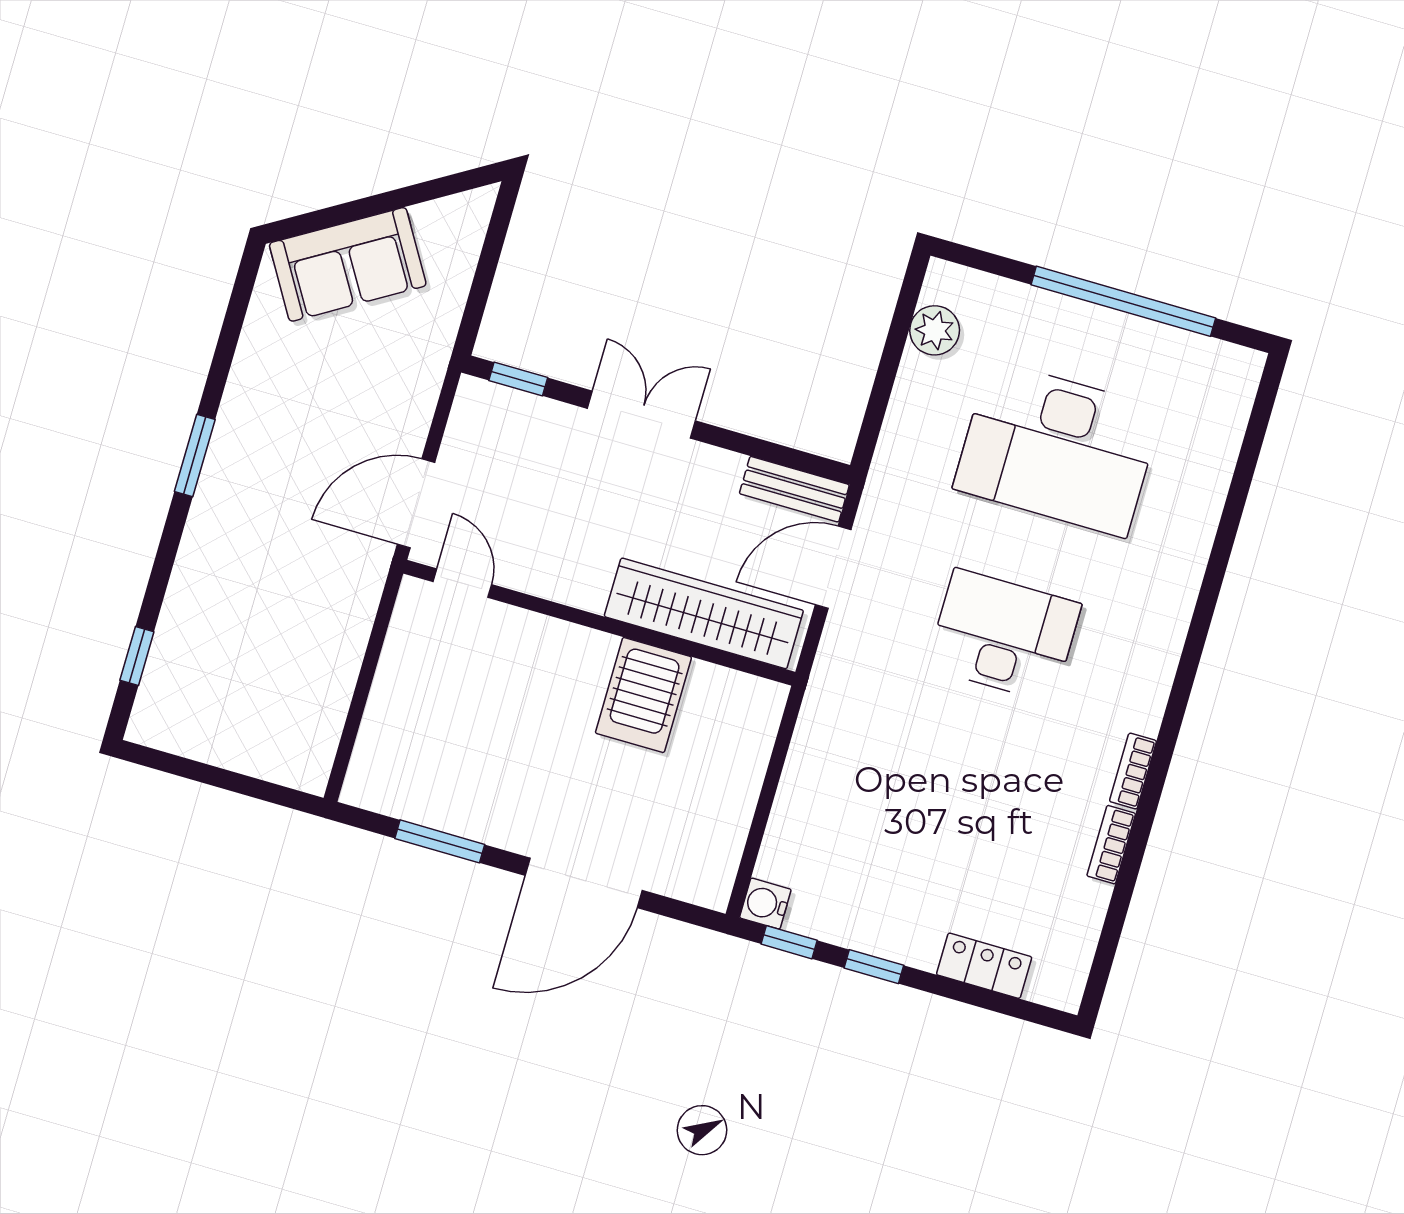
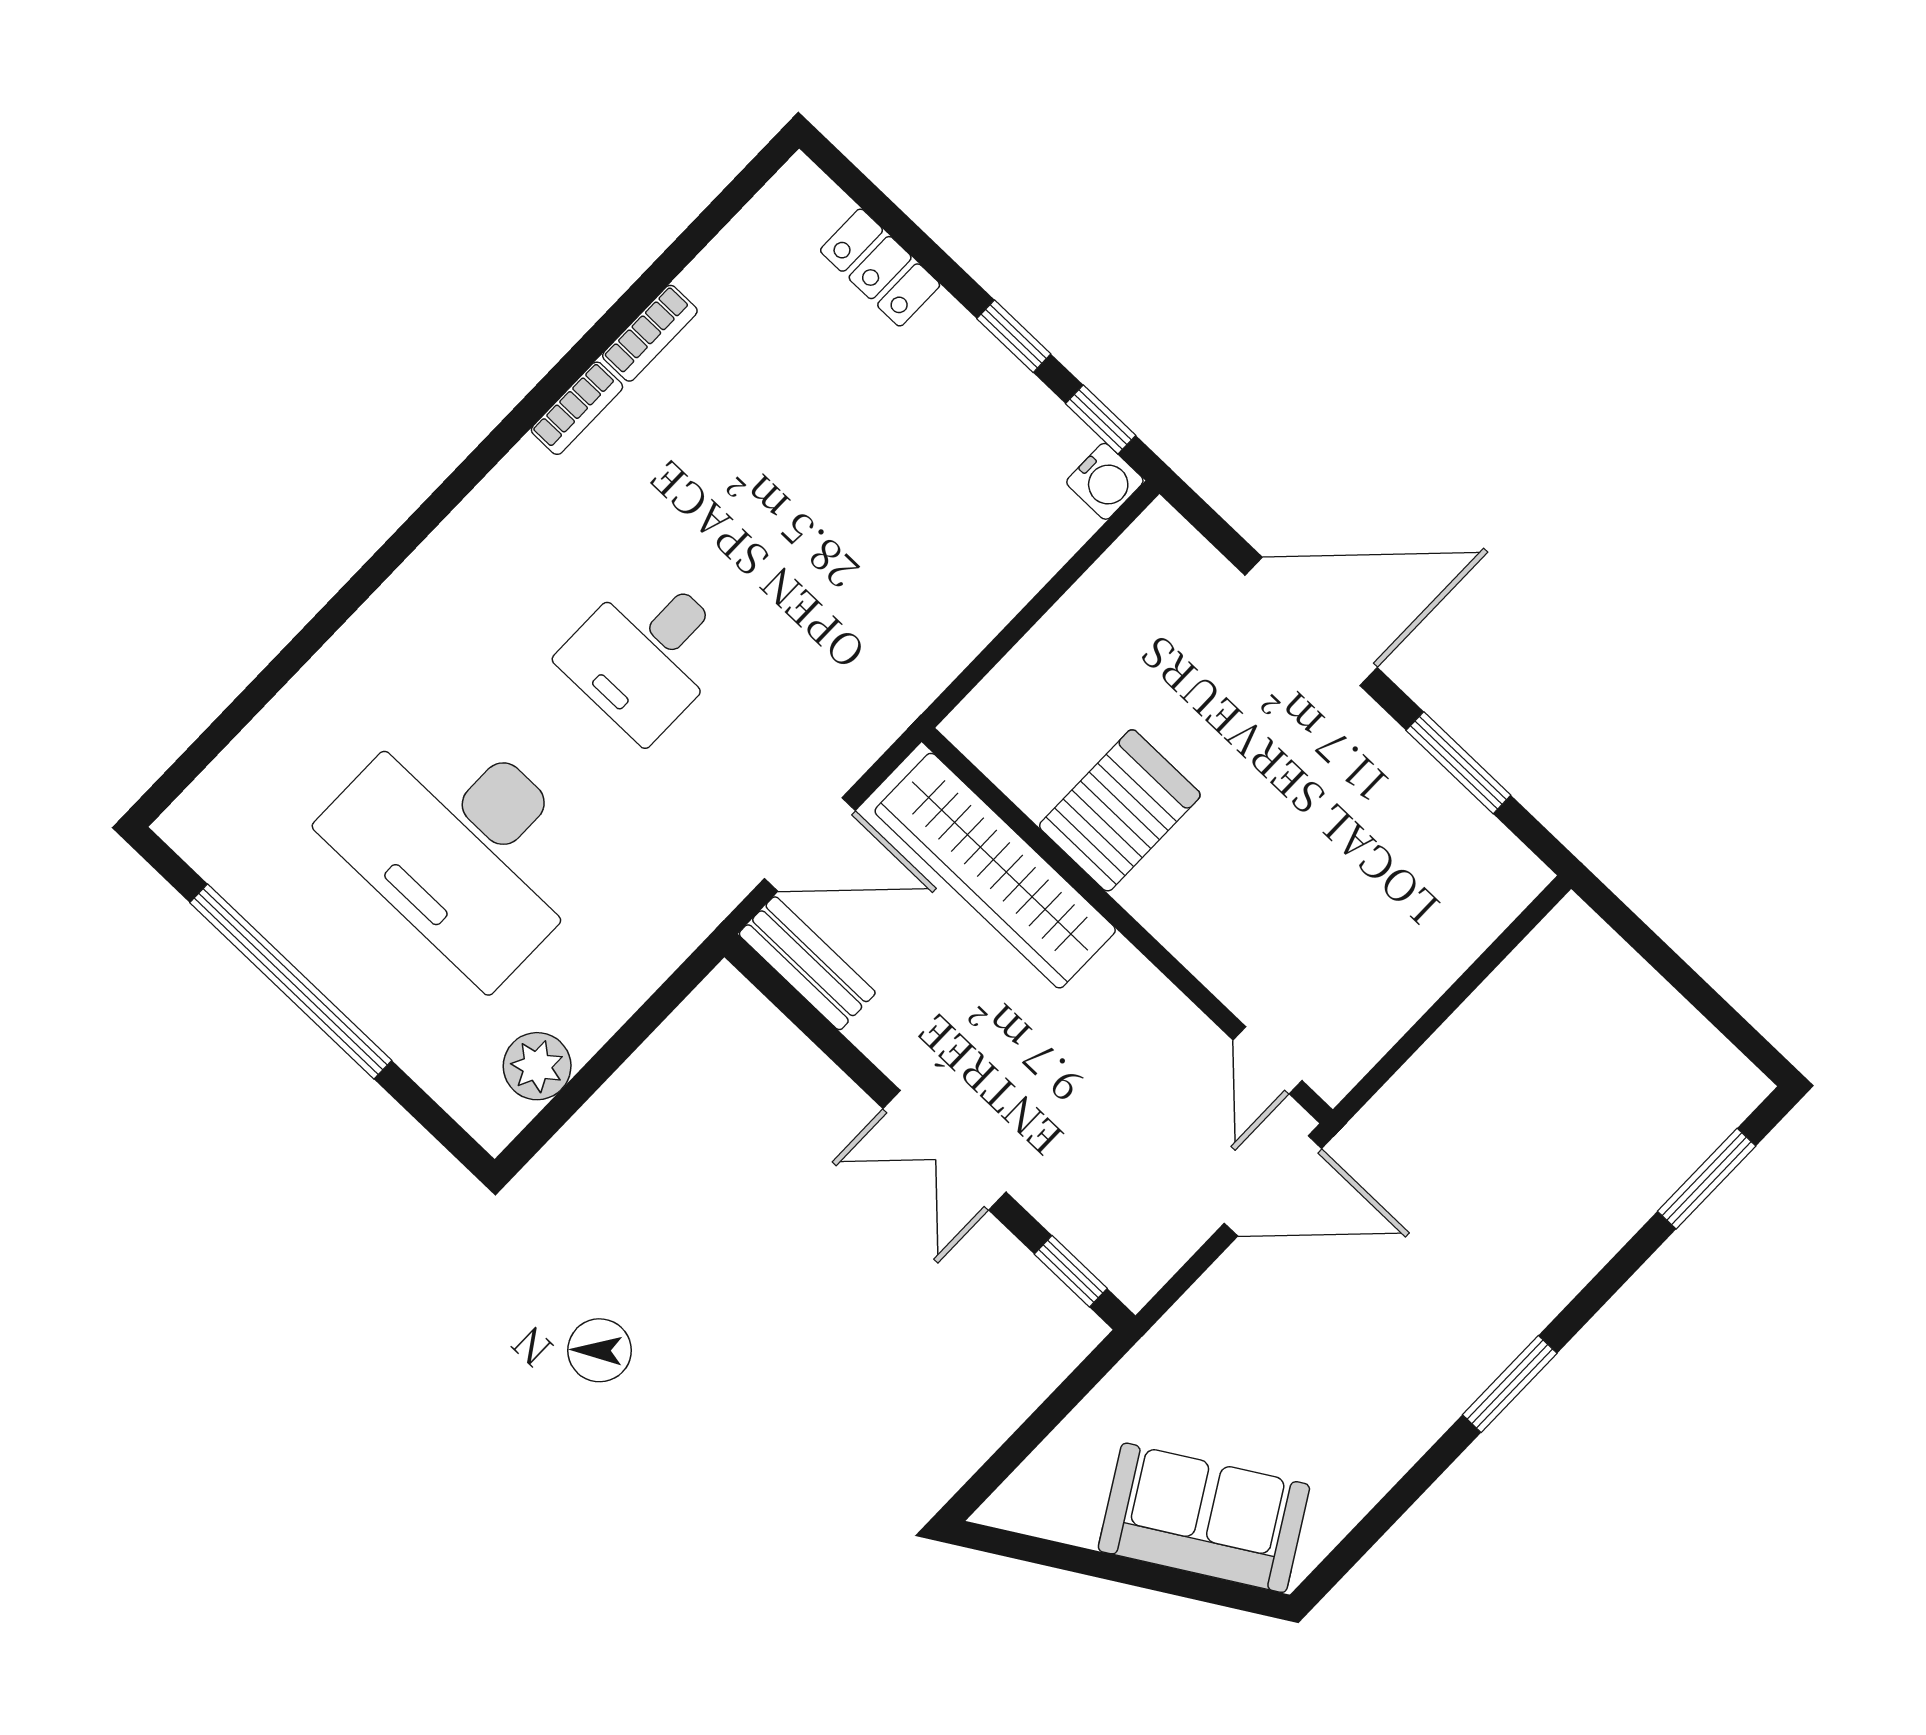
desk: (1058, 449) -> (463, 845), turned 180
desk: (1004, 636) -> (647, 654), width x0.73
window: (137, 656) -> (1707, 1179), width x1.50

